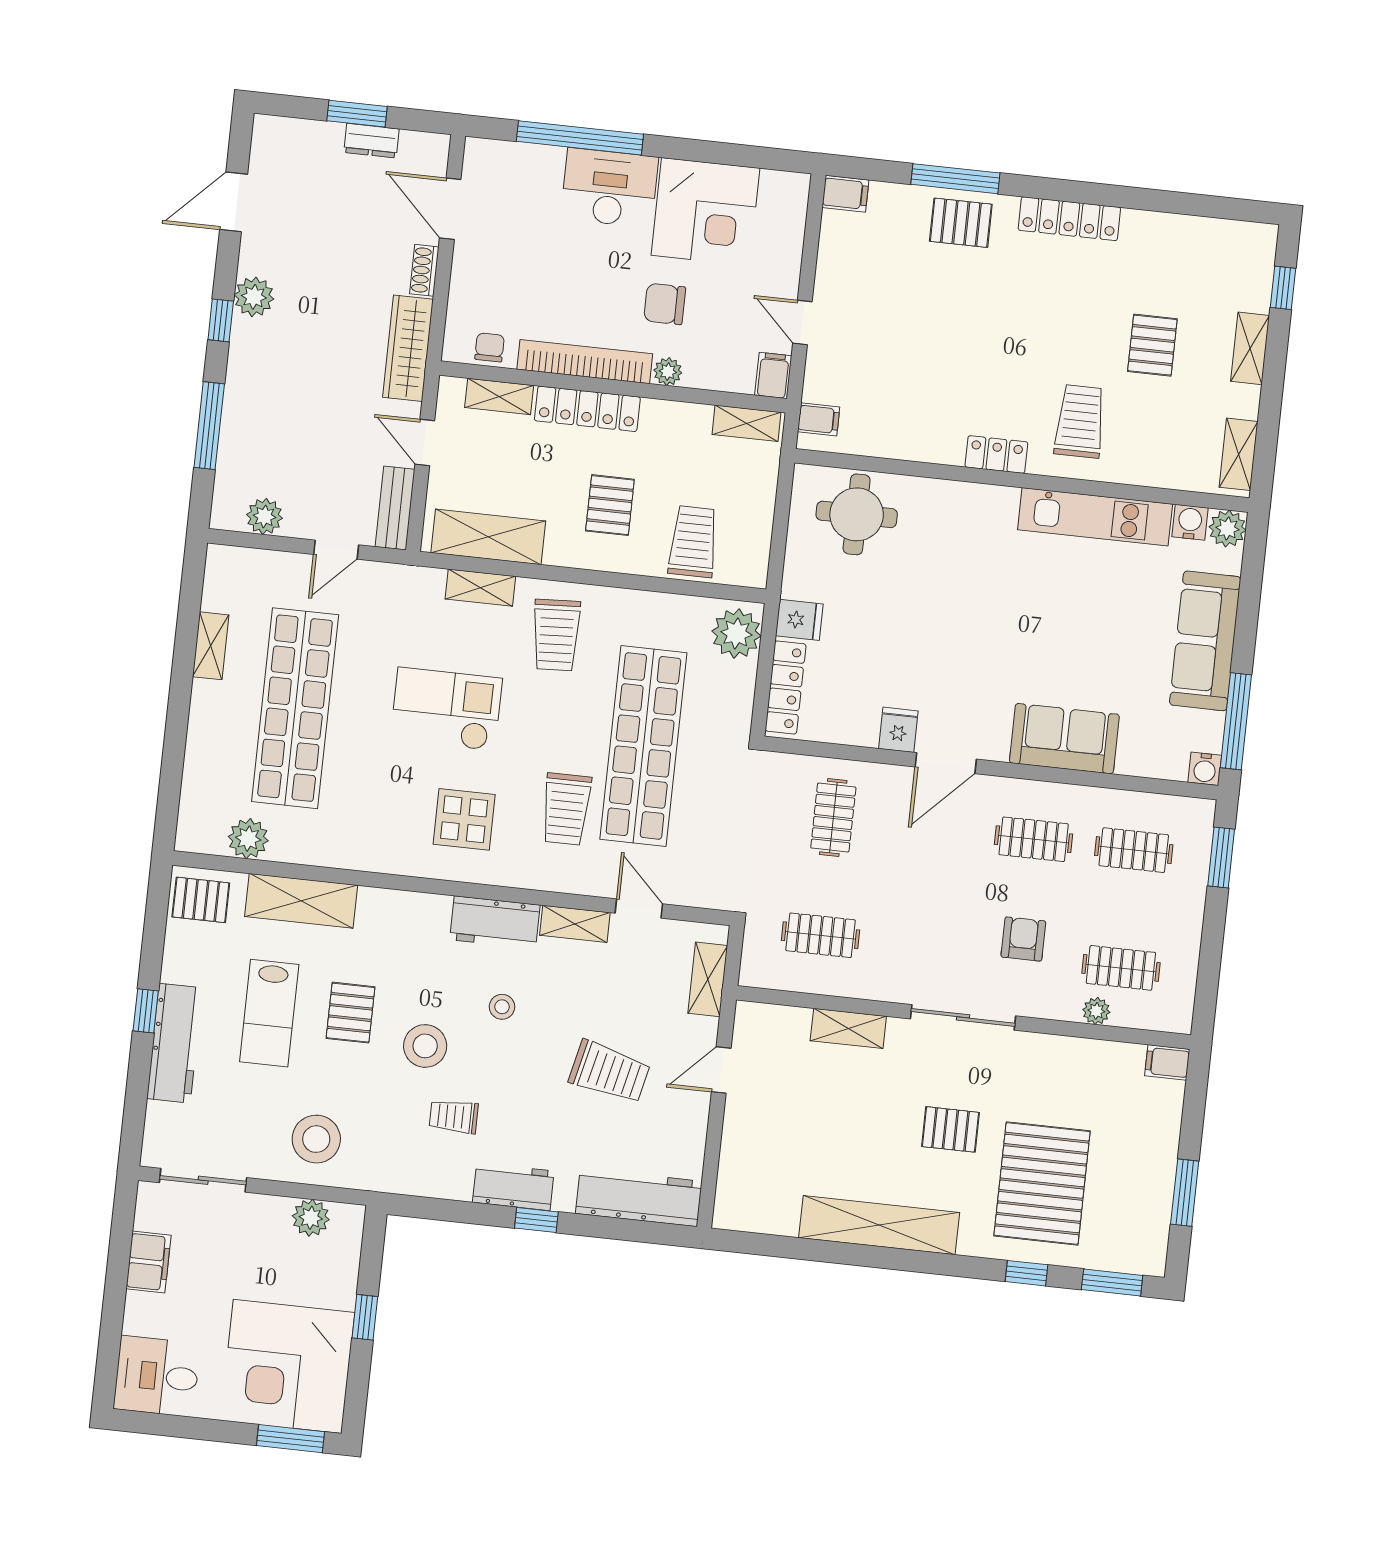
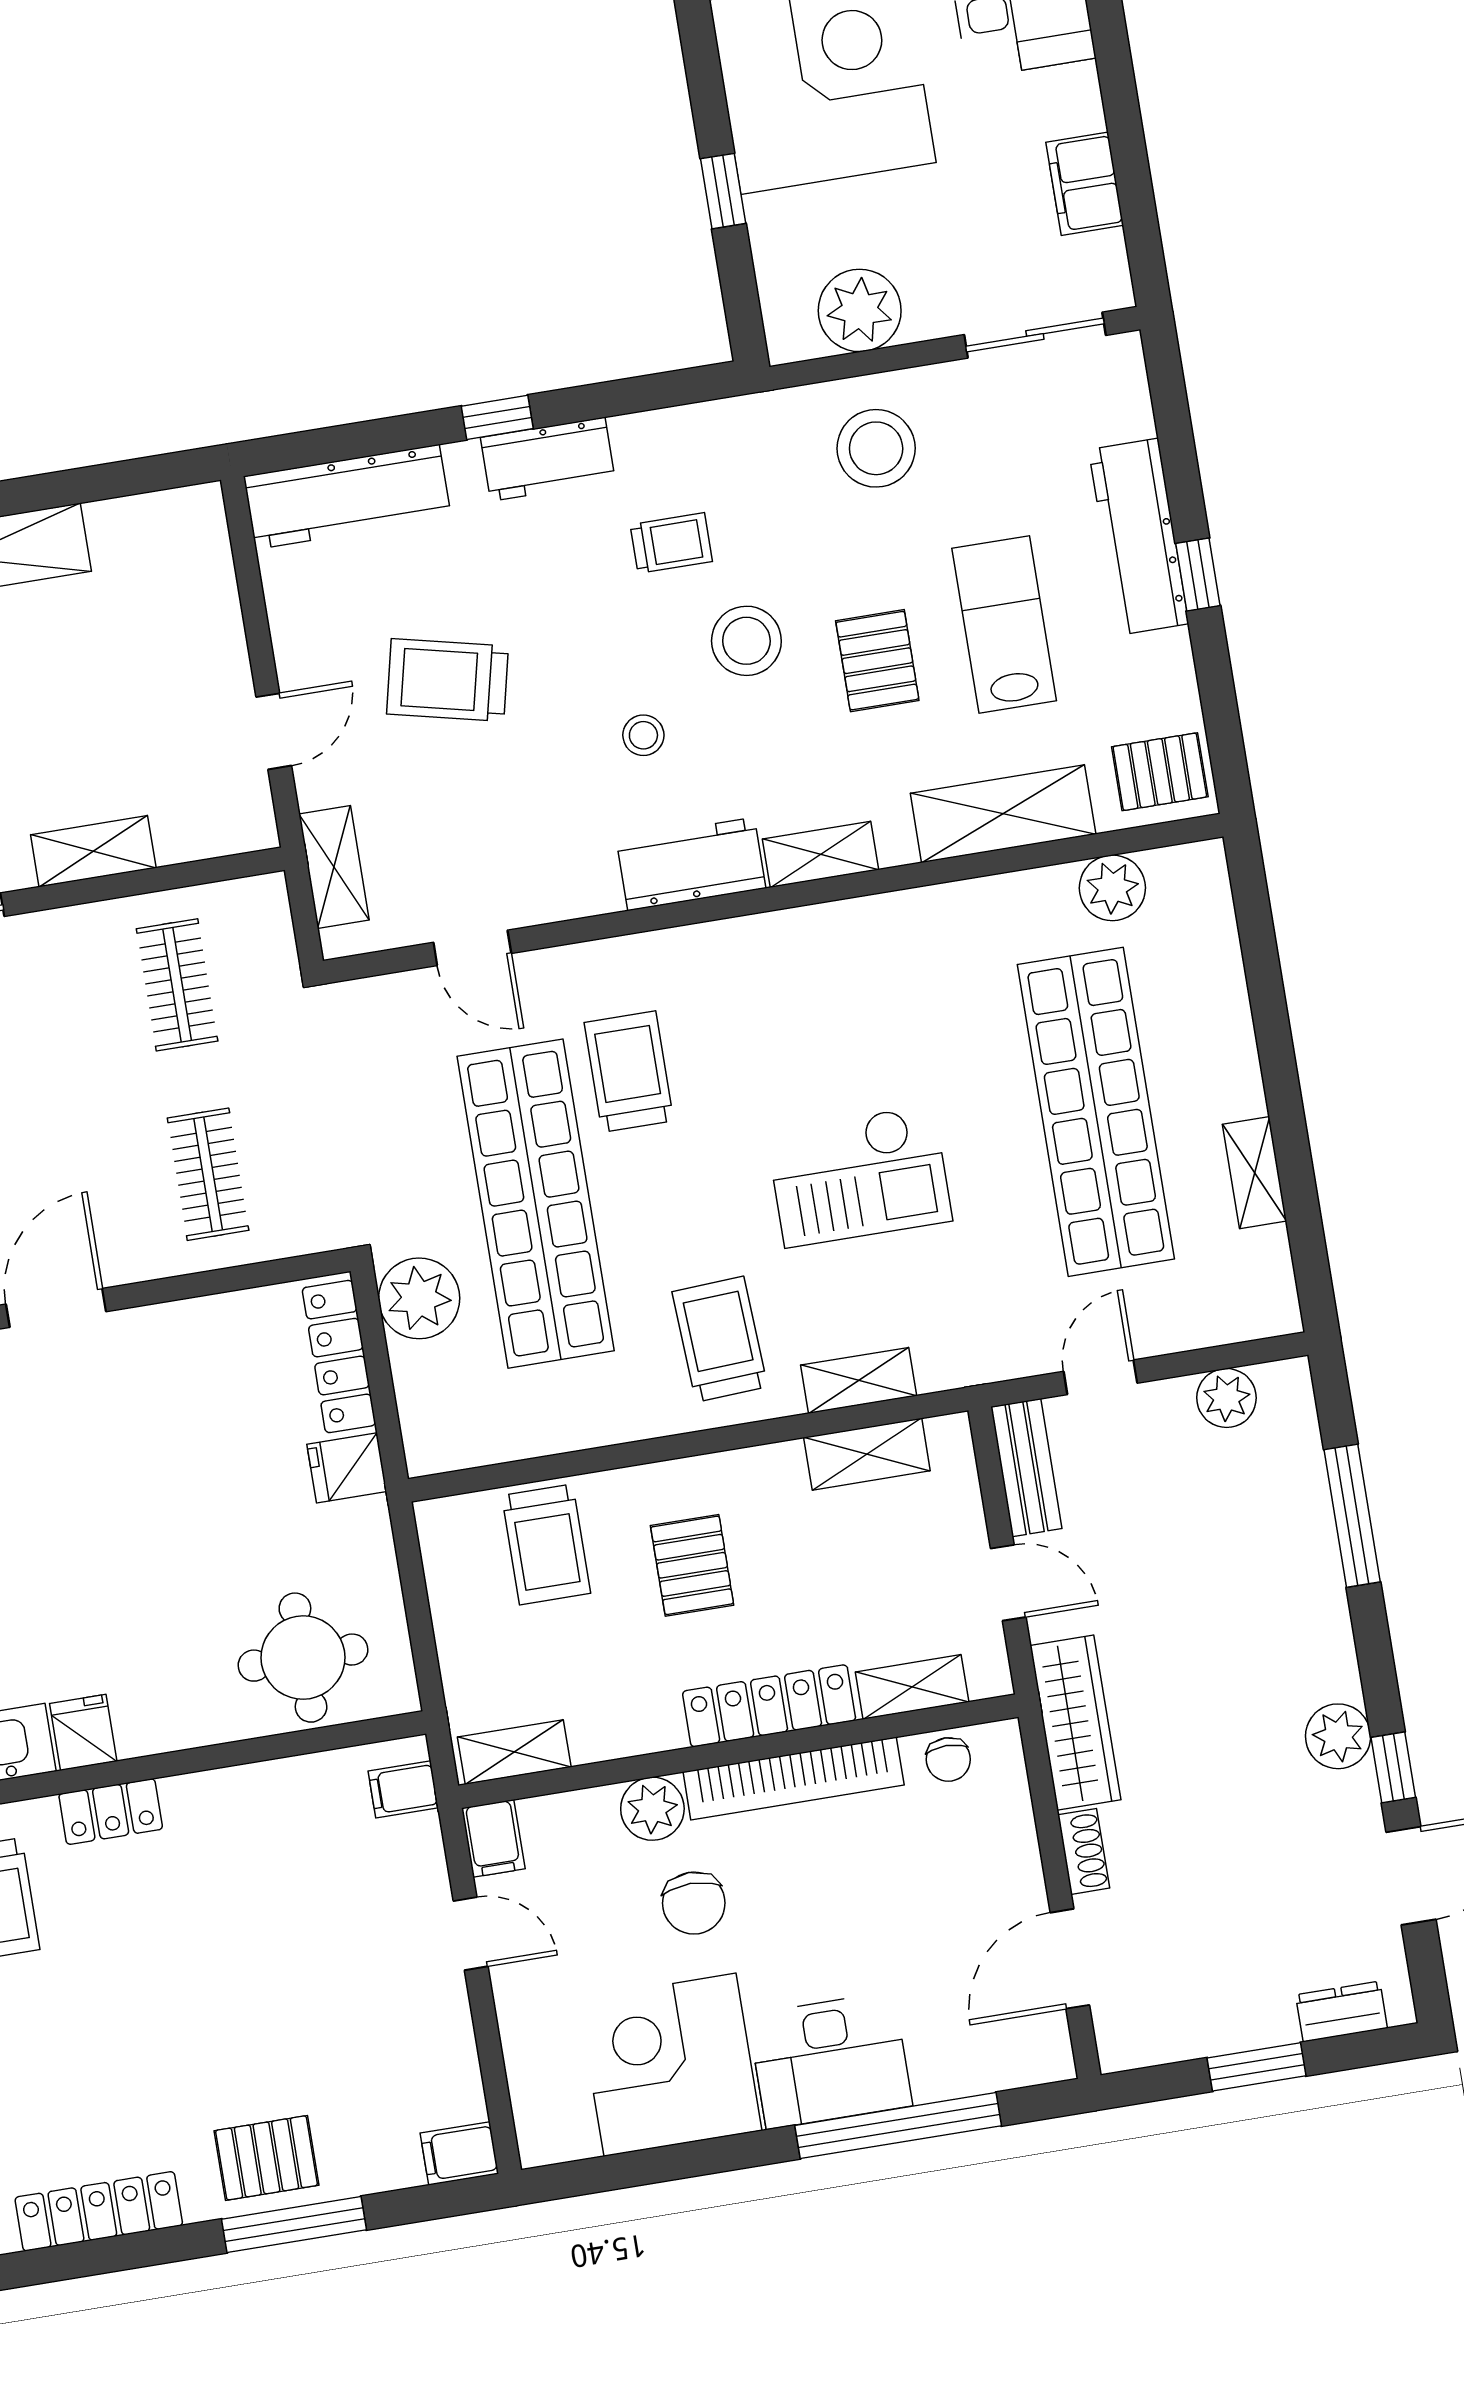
dresser: (371, 141) -> (1341, 2012), moved
door: (450, 209) -> (1070, 1959), swing flipped
chair: (665, 304) -> (694, 1903), turned 90
window: (221, 320) -> (1393, 1767), moved
plant: (668, 372) -> (652, 1809), width x1.38, depth x1.38
shelving: (488, 537) -> (867, 1454), width x0.67, depth x0.75
plant: (736, 633) -> (419, 1298), moved
fridge: (898, 730) -> (83, 1732), moved, turned 180
display table: (464, 819) -> (784, 1012), removed
shelving: (575, 924) -> (820, 854), moved
clothes rail: (821, 935) -> (177, 985), turned 90
plant: (311, 1218) -> (860, 310), width x1.36, depth x1.36

